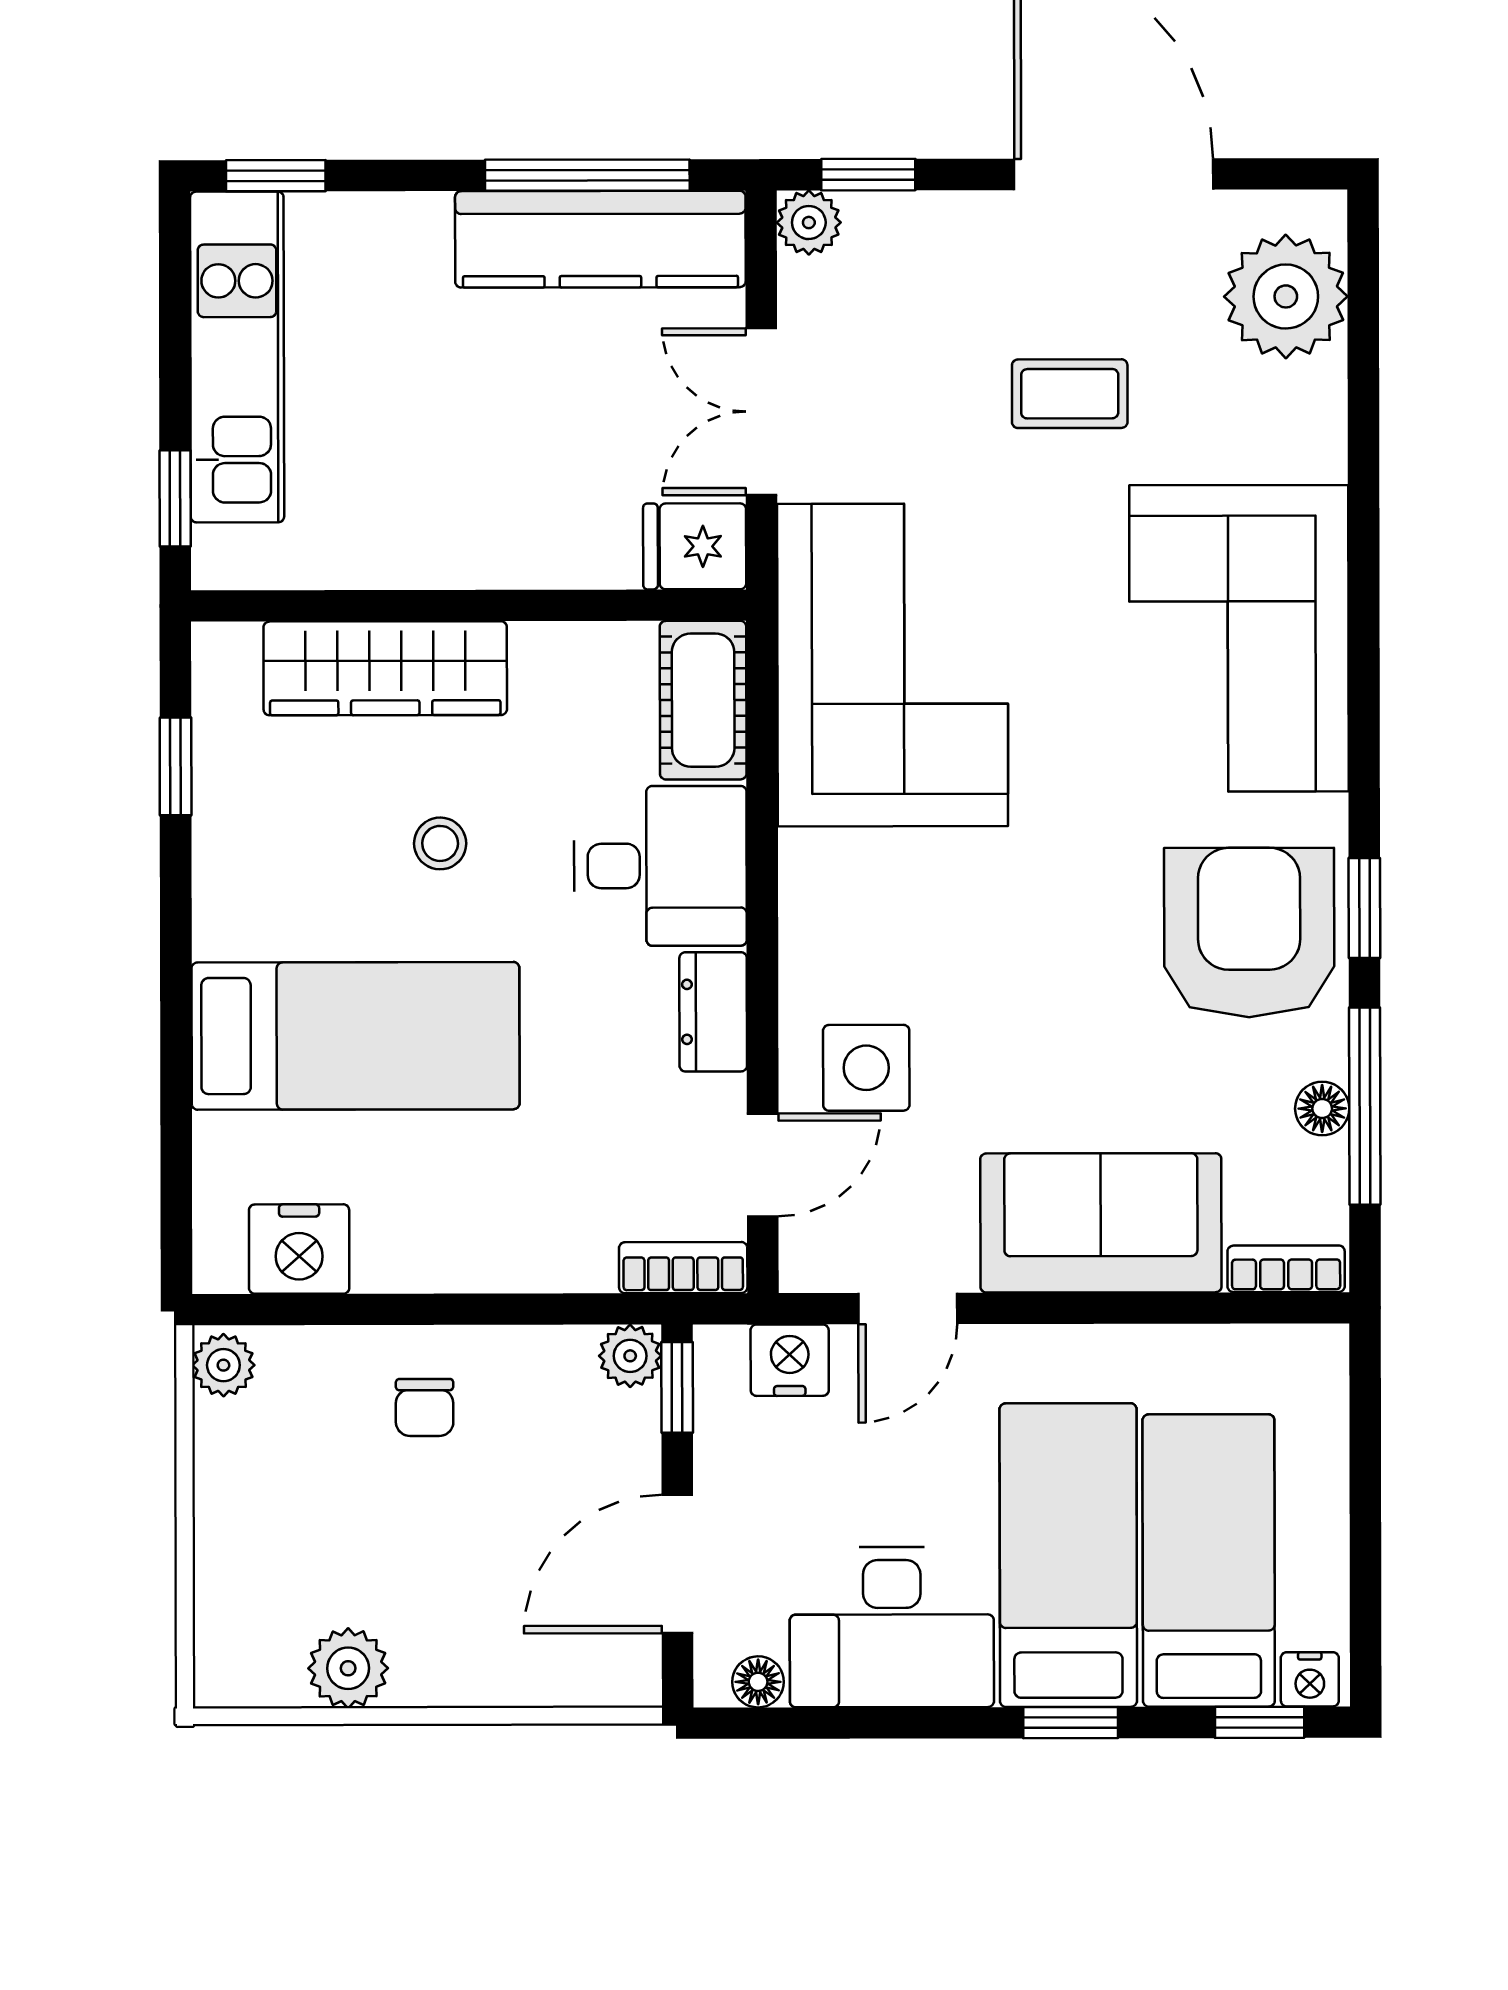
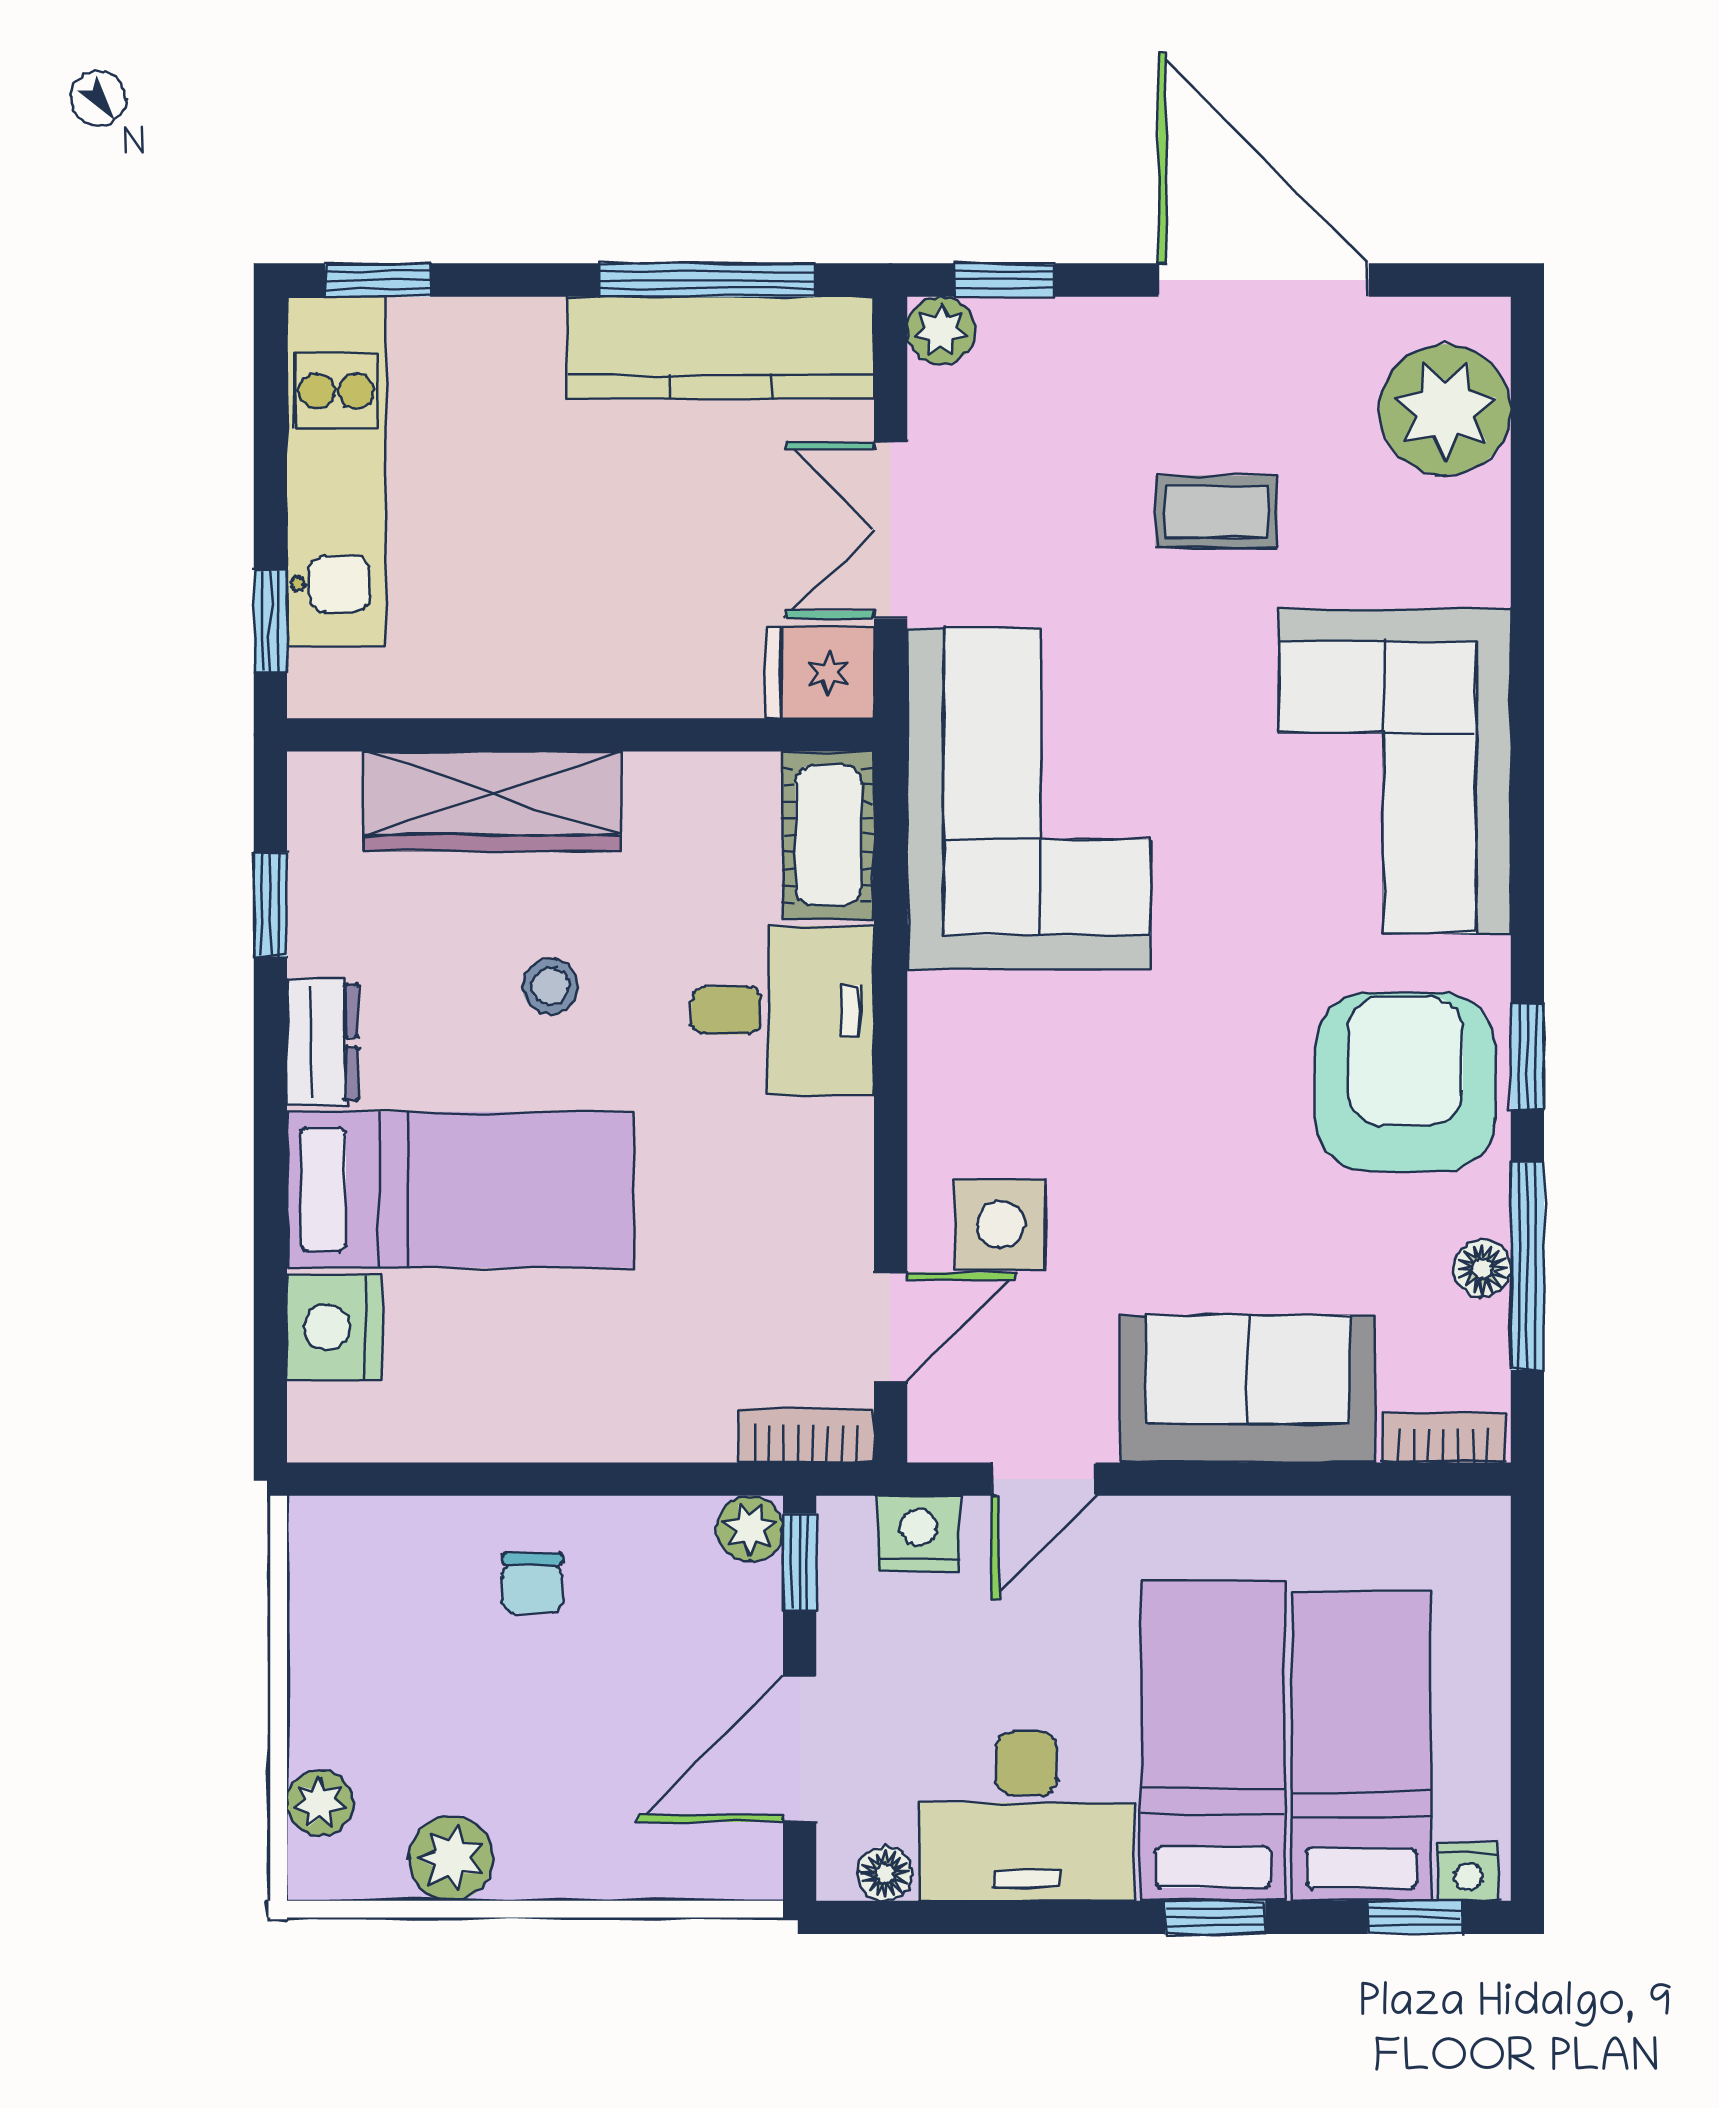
dresser: (713, 1012) -> (322, 1042), moved, turned 180
nightstand: (299, 1249) -> (334, 1327), moved, turned 90
plant: (223, 1365) -> (320, 1803), moved

